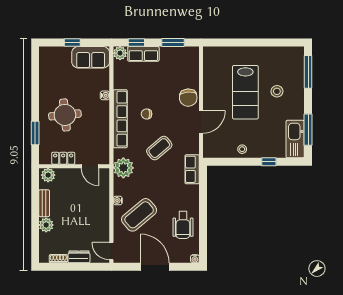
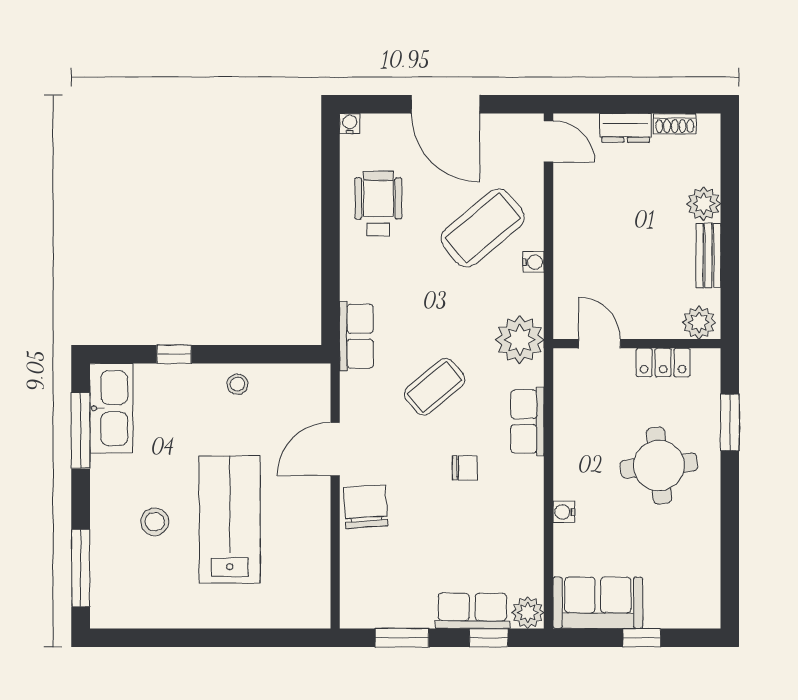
row of seats: (120, 119) -> (527, 422), width x0.50

